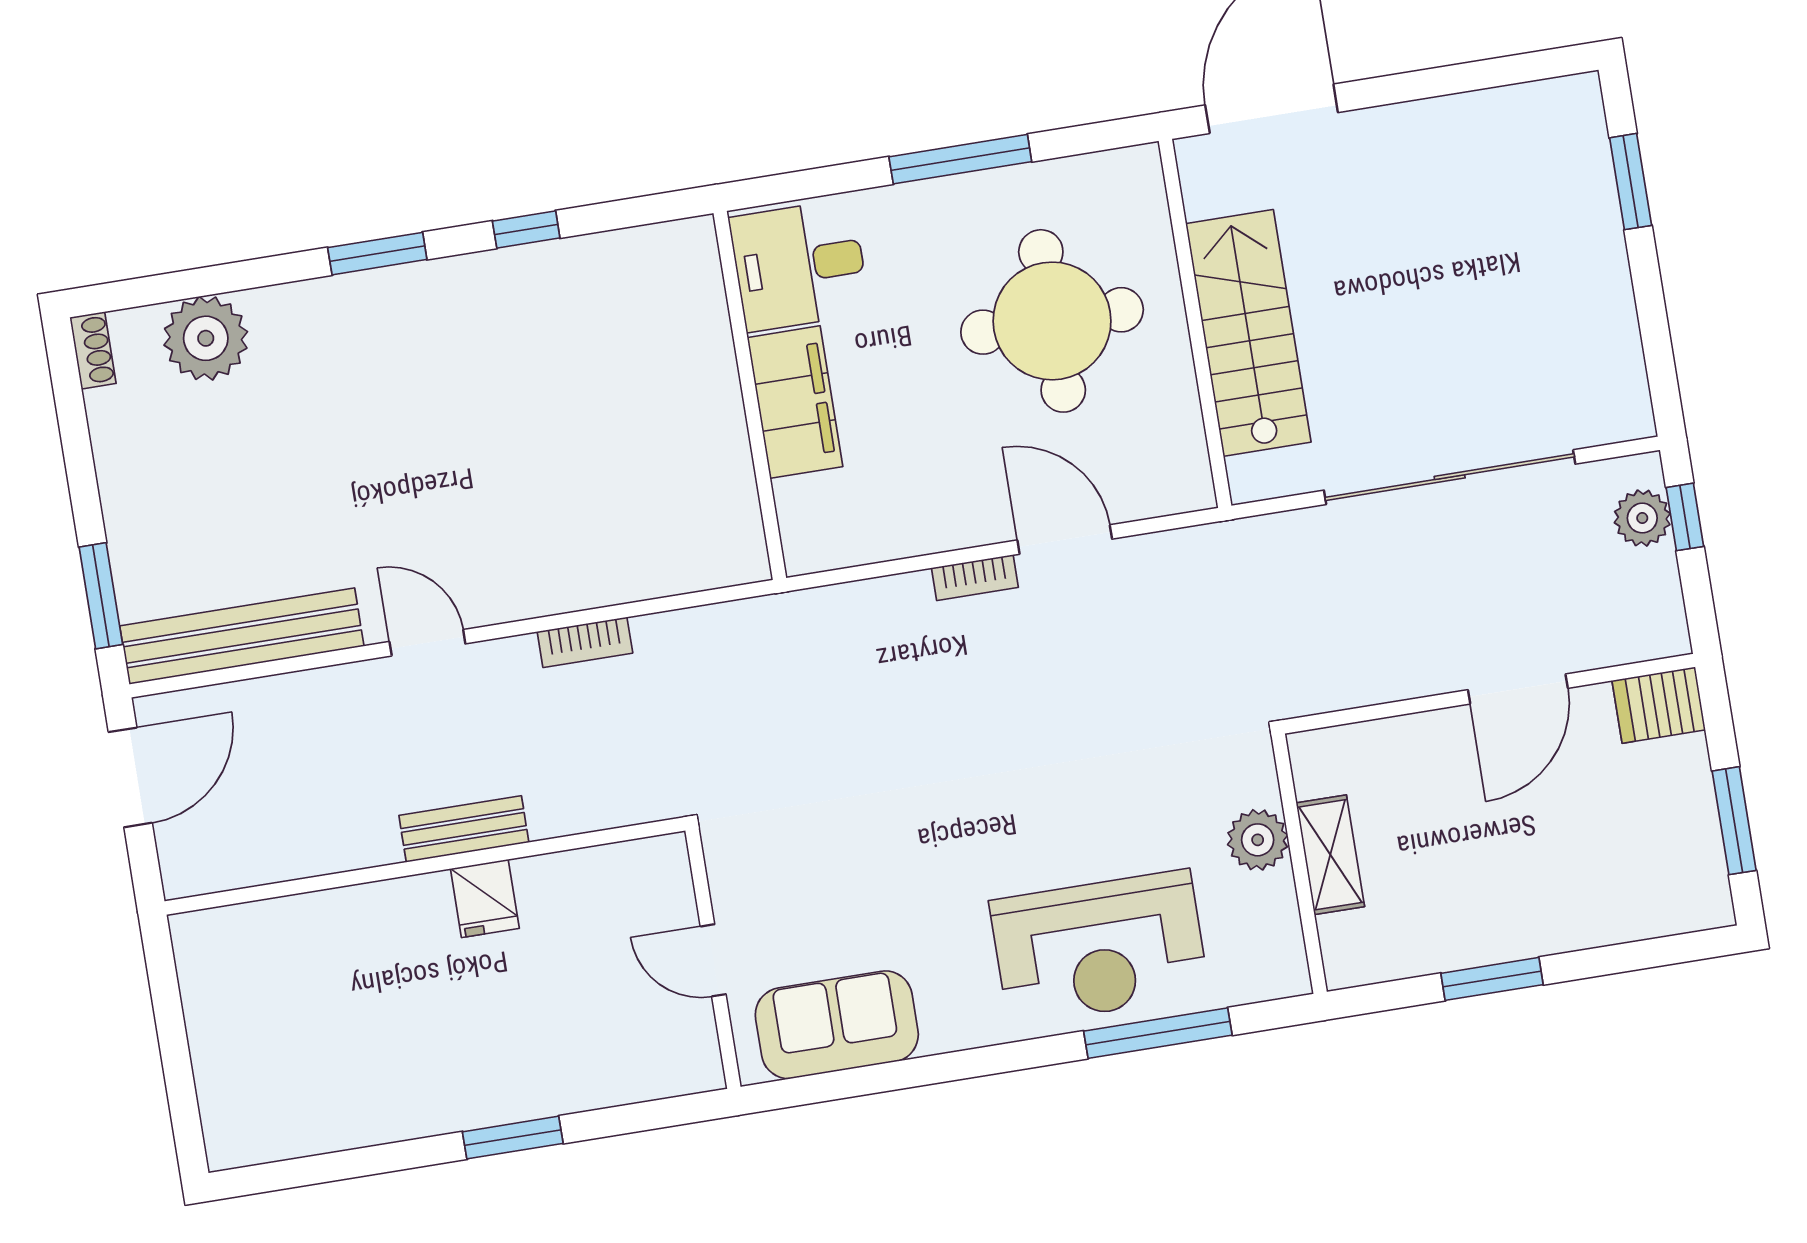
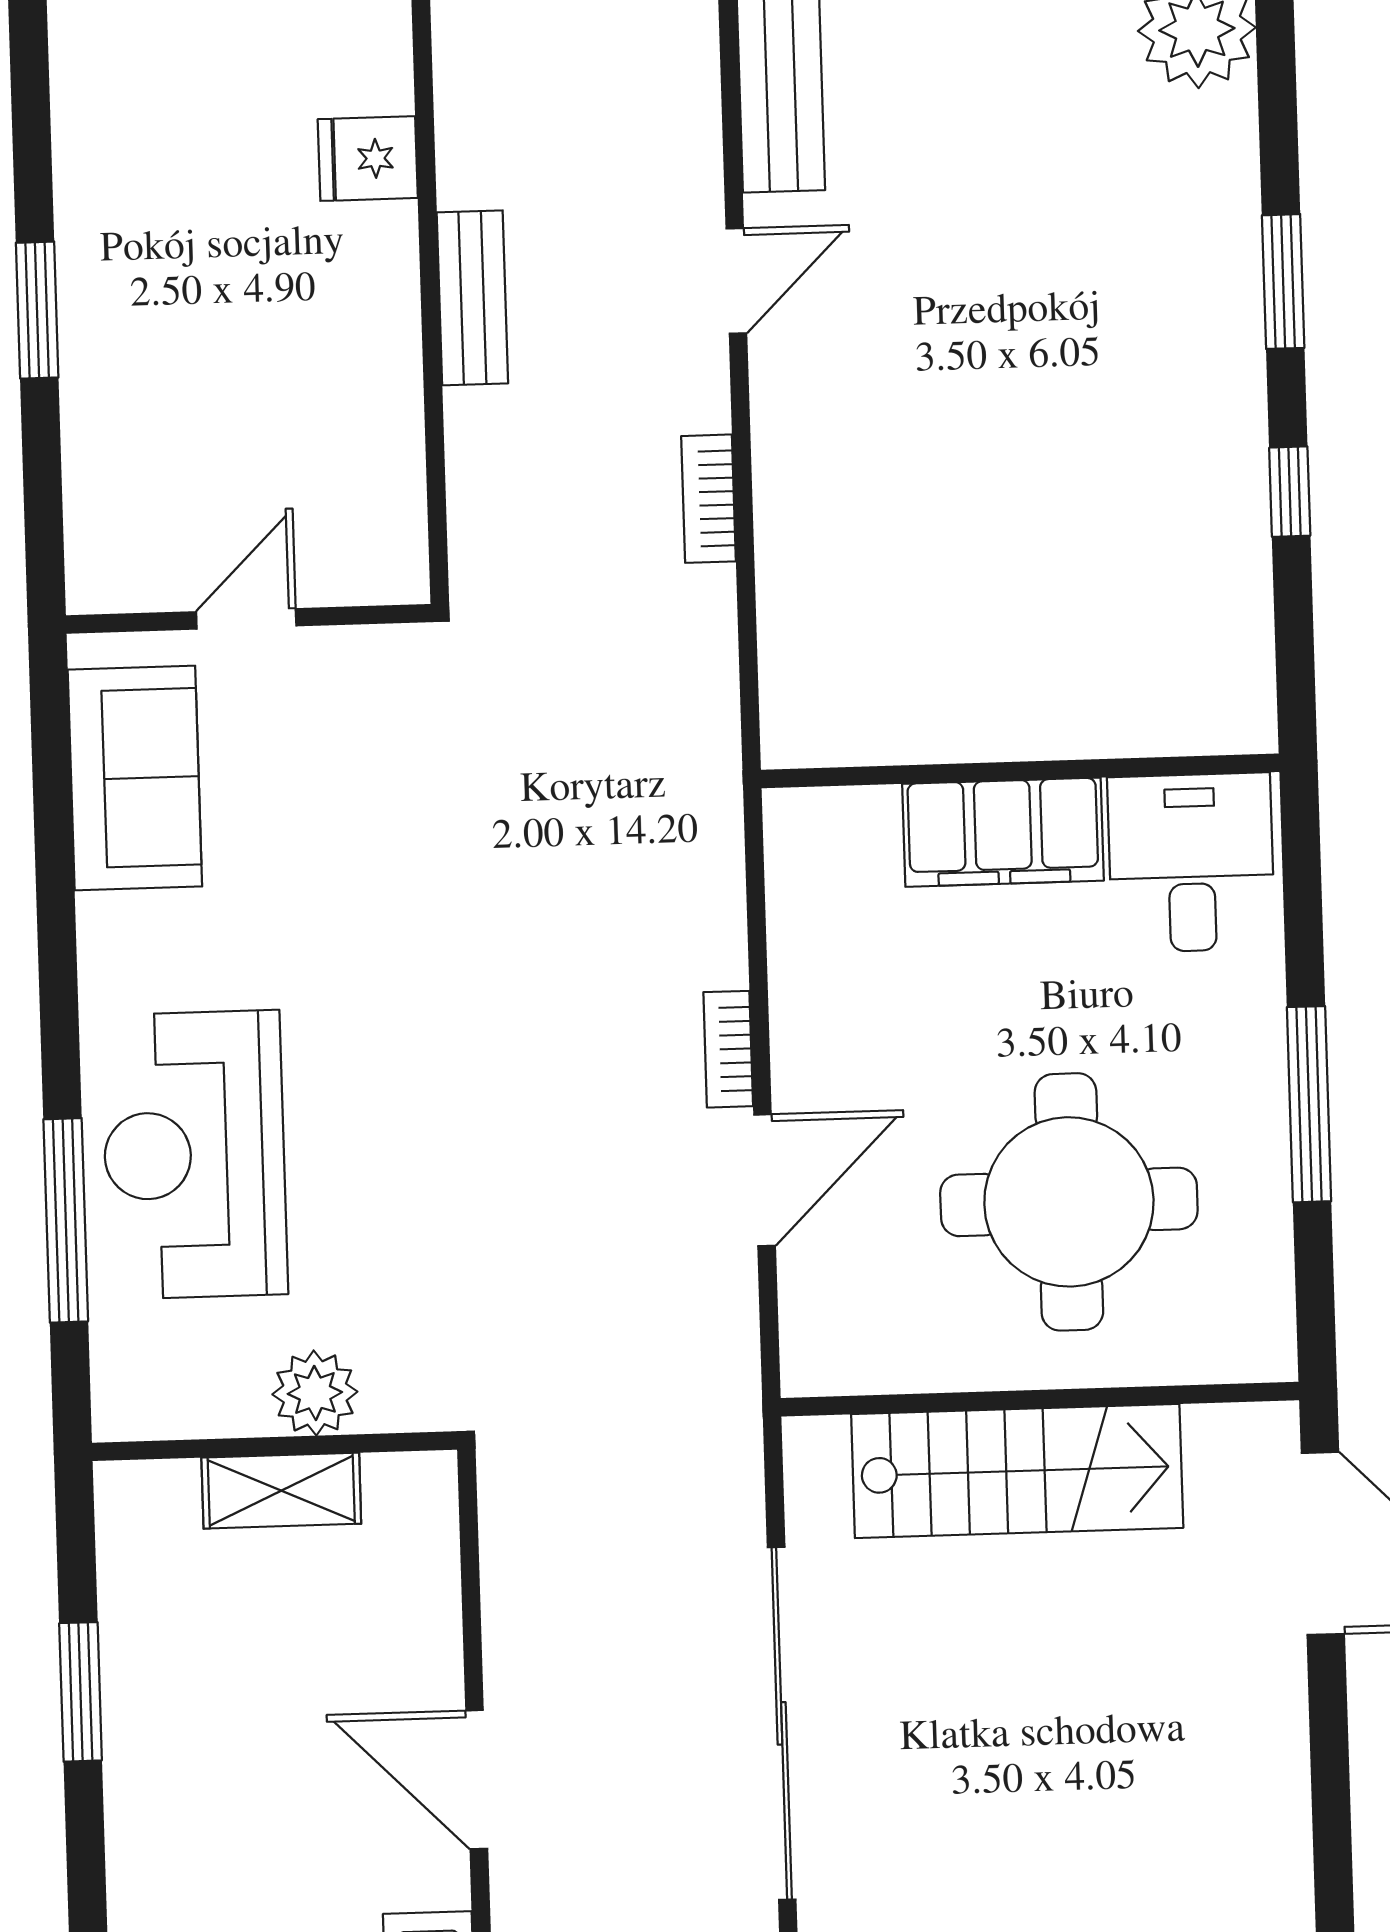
fridge: (485, 898) -> (368, 159), moved

